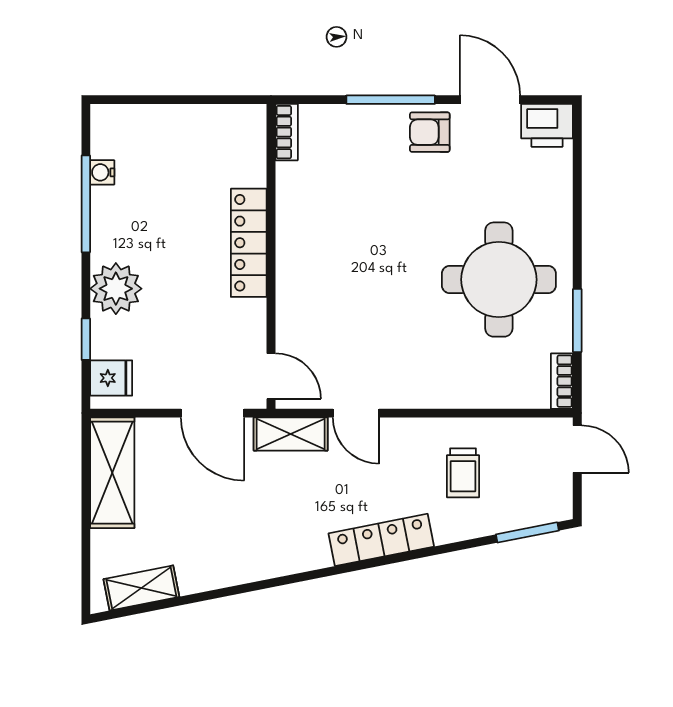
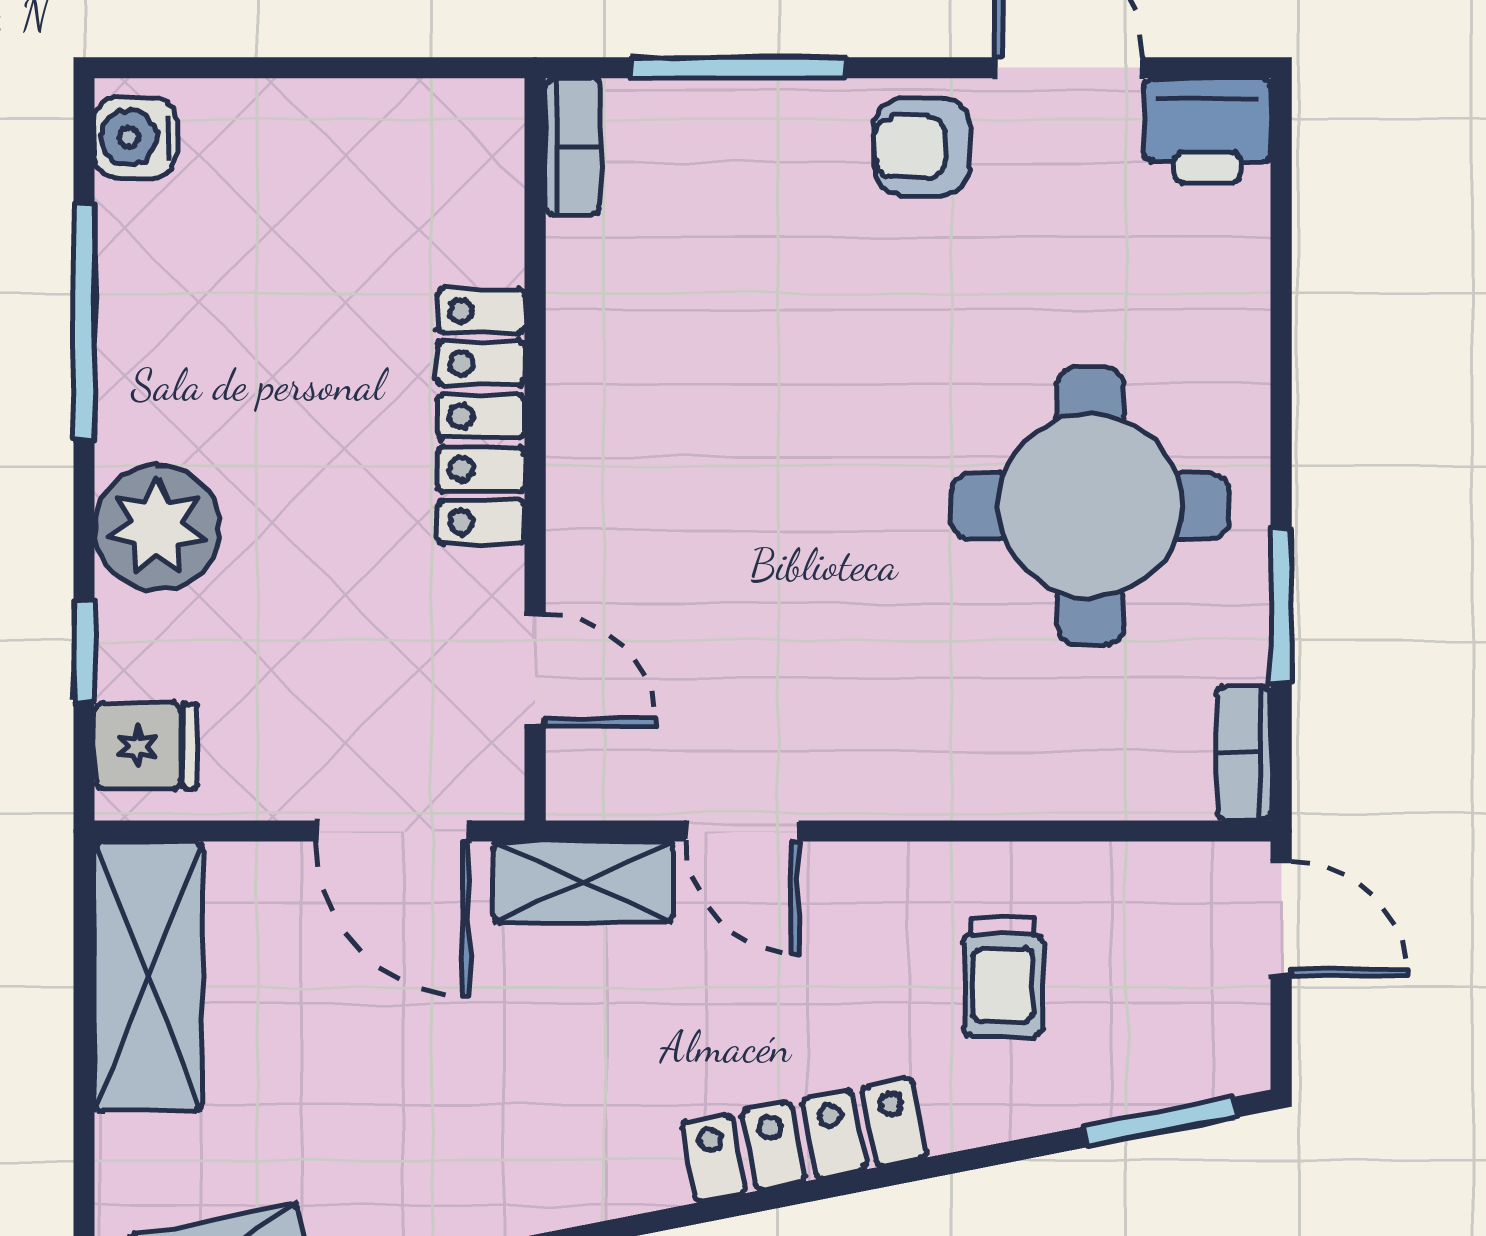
window: (391, 100) -> (738, 68), moved
water cooler: (102, 172) -> (135, 137), moved, width x1.38, depth x1.38
door: (271, 376) -> (535, 670), moved

